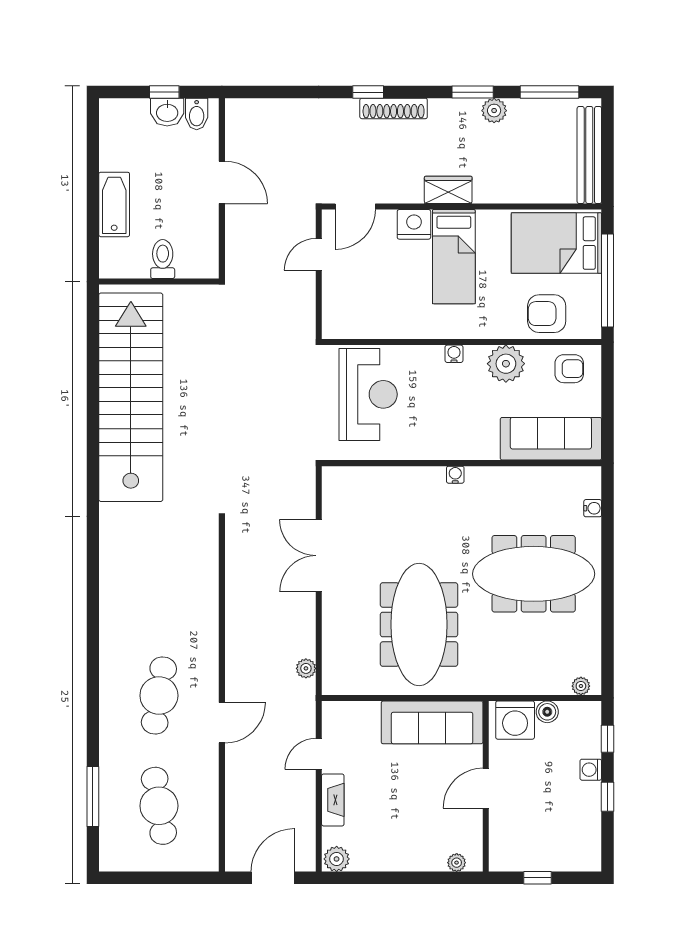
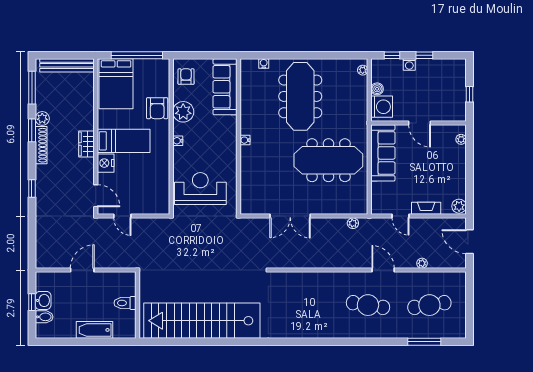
shoe rack: (394, 108) -> (41, 145), moved
bidet: (197, 114) -> (44, 317), moved
armchair: (547, 314) -> (157, 108), moved
plant: (234, 792) -> (422, 263), added

